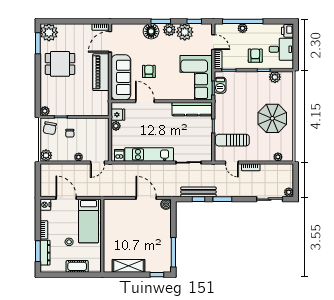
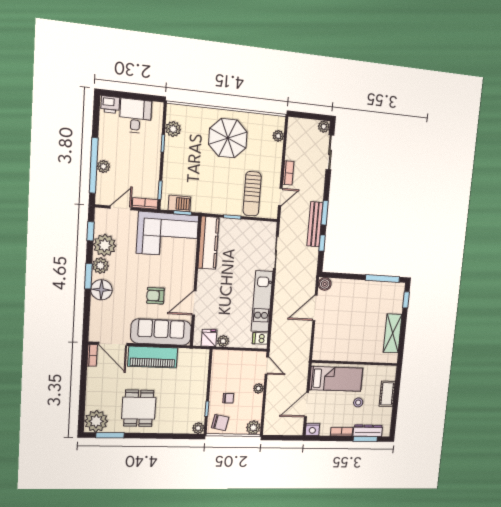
armchair: (255, 56) -> (142, 153), removed
bench: (198, 192) -> (315, 224), moved

